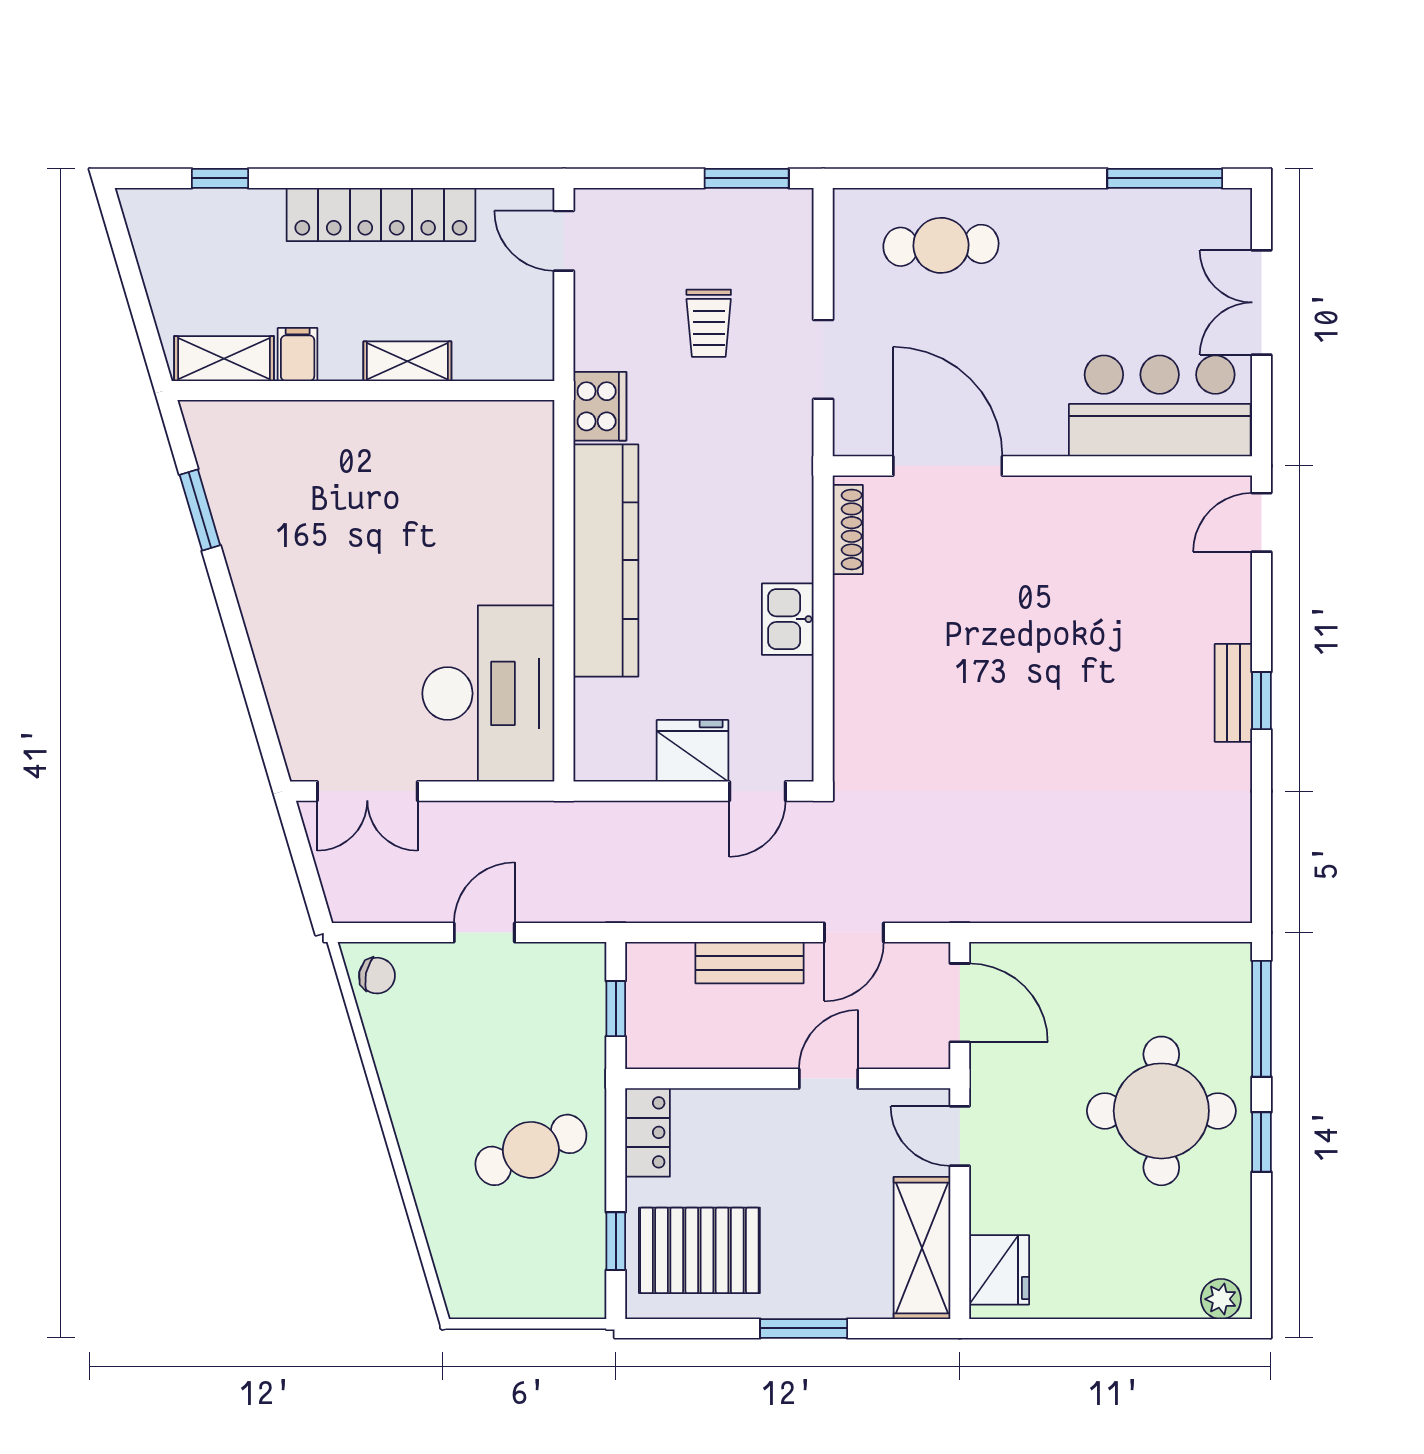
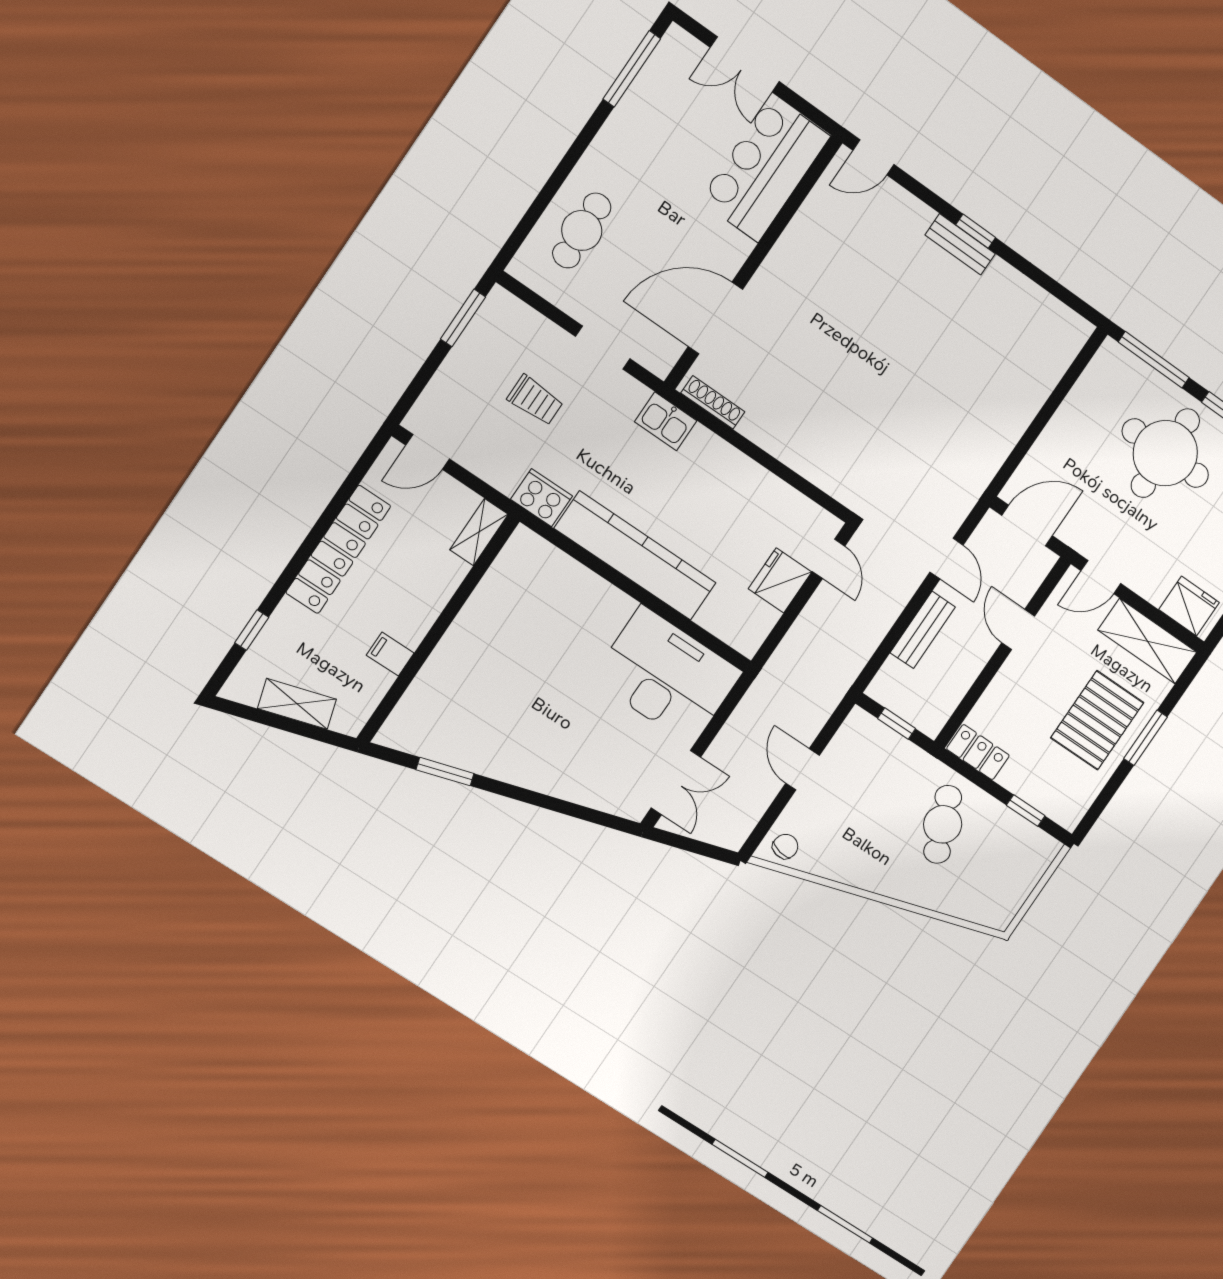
shelving: (224, 359) -> (297, 704), moved, turned 74
shelving: (407, 361) -> (479, 532), moved
door: (1261, 522) -> (873, 157), hinge flipped
kitchen sink: (788, 619) -> (666, 421), moved
pallet: (699, 1250) -> (1097, 720), moved

